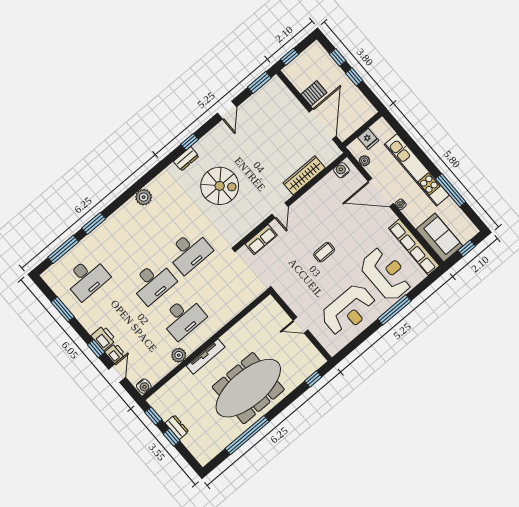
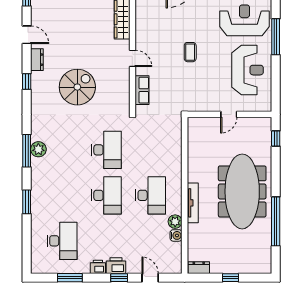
dresser: (186, 159) -> (37, 60), moved
window: (63, 249) -> (27, 151), moved
printer: (115, 353) -> (98, 267), moved
water cooler: (144, 386) -> (176, 235), moved
window: (153, 416) -> (204, 278), removed
dresser: (177, 427) -> (199, 268), moved

